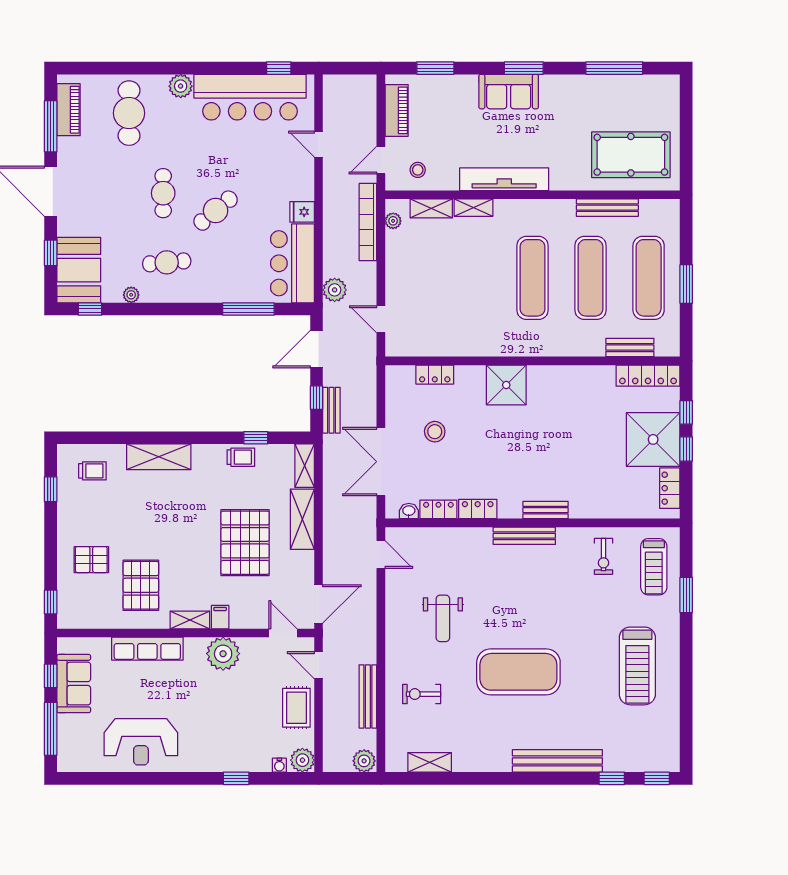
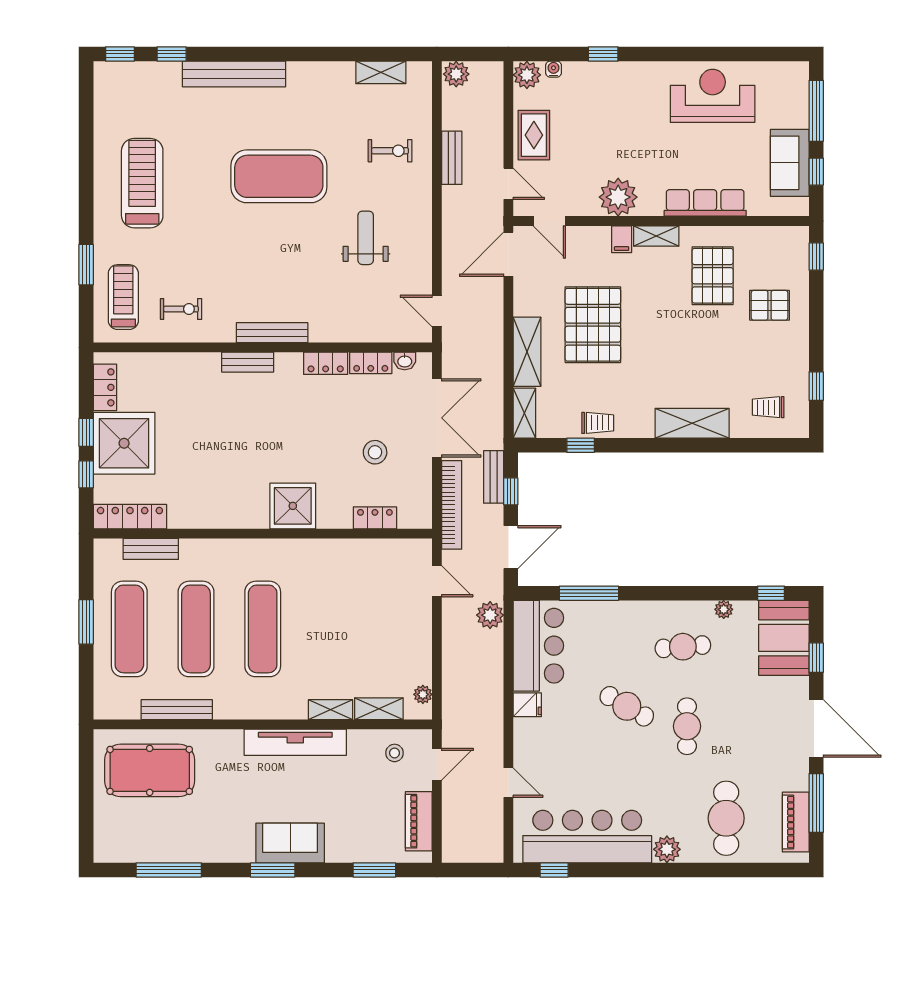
cafe table: (216, 211) -> (627, 706), turned 70
bookcase: (368, 222) -> (452, 505), moved
trolley: (241, 457) -> (598, 423), turned 180
exercise bike: (604, 556) -> (181, 309), turned 90
bench: (368, 696) -> (452, 158), width x0.73

